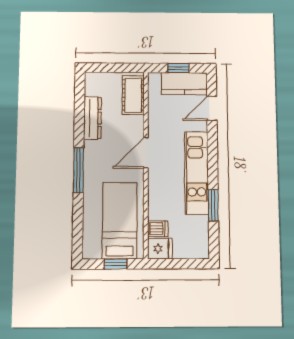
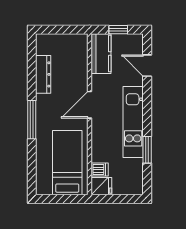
kitchen counter: (184, 84) -> (101, 54), moved, turned -90
cot: (133, 95) -> (78, 54), removed
door: (212, 108) -> (147, 66), hinge flipped
window: (116, 264) -> (64, 199), removed

